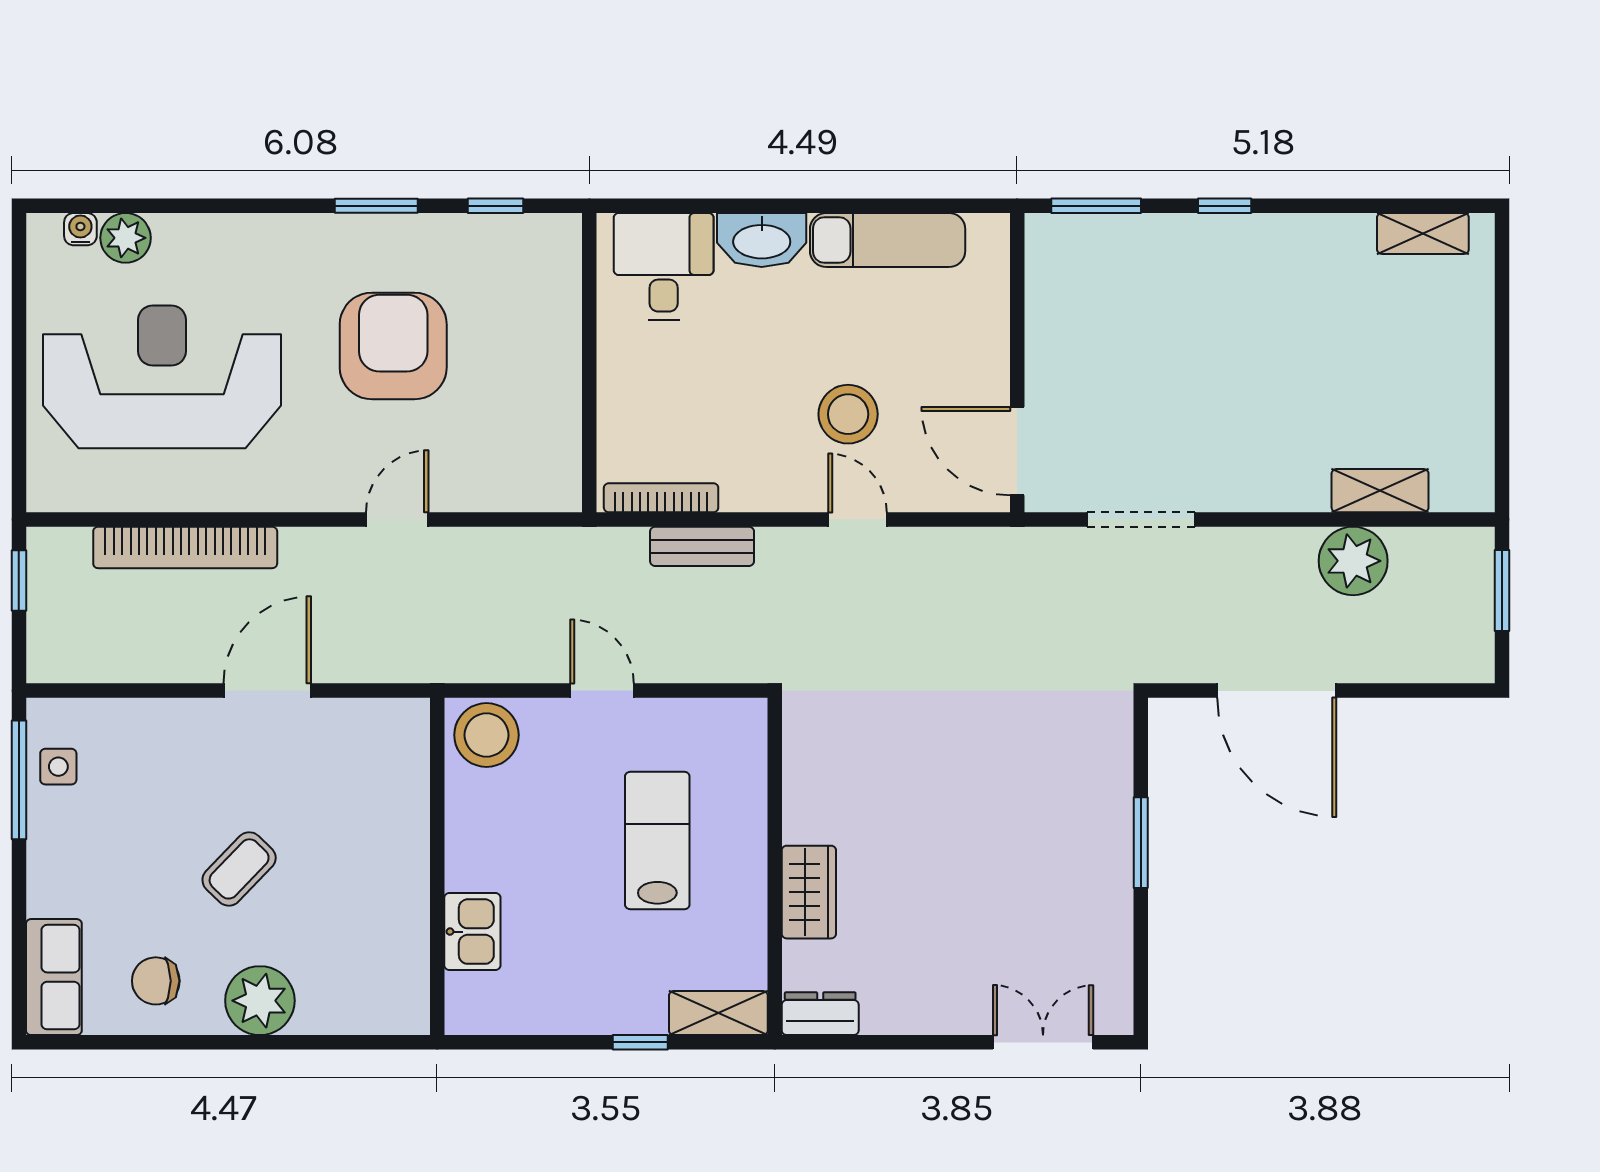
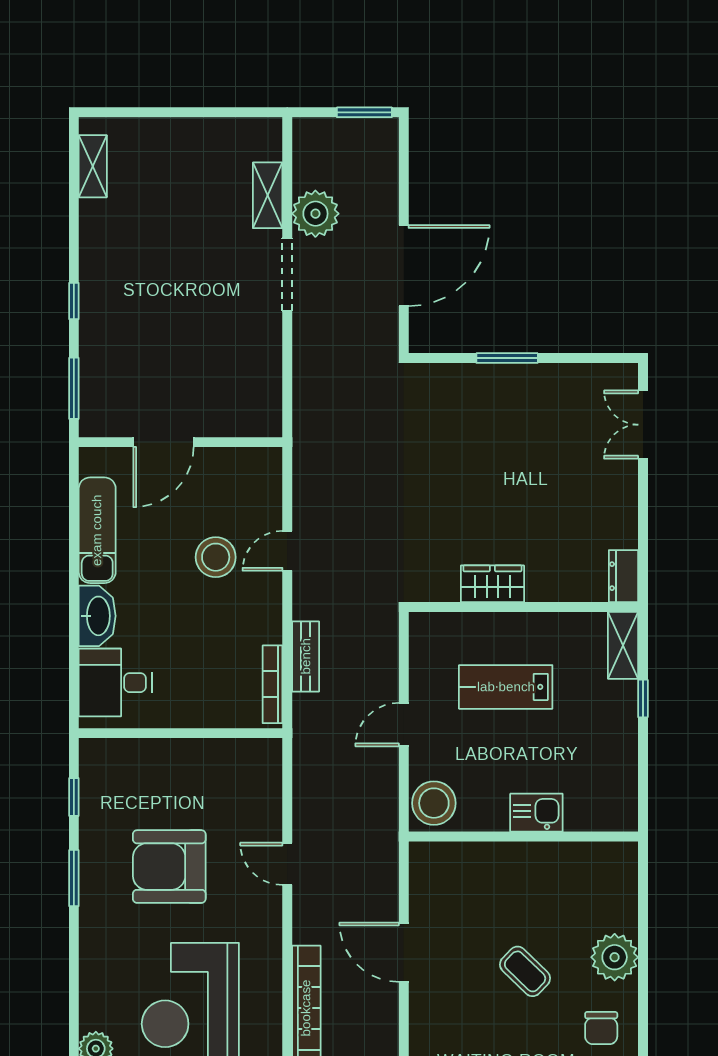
door: (1017, 451) -> (163, 442), moved
doorway: (1141, 519) -> (287, 274), moved
window: (1502, 590) -> (364, 112), moved
wardrobe: (809, 892) -> (492, 584), moved
kitchen sink: (472, 932) -> (536, 813), moved

